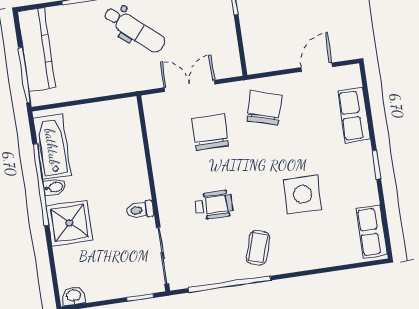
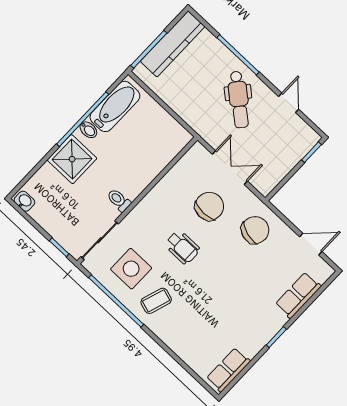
side table: (303, 194) -> (131, 269), moved
wheelchair: (214, 205) -> (182, 247), moved

